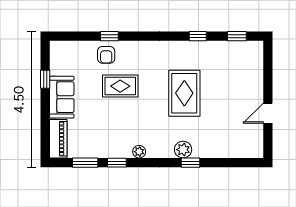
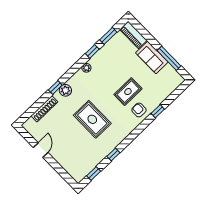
armchair: (106, 55) -> (139, 110), moved
window: (45, 79) -> (169, 58), width x2.17
shoe rack: (223, 152) -> (44, 109), added

